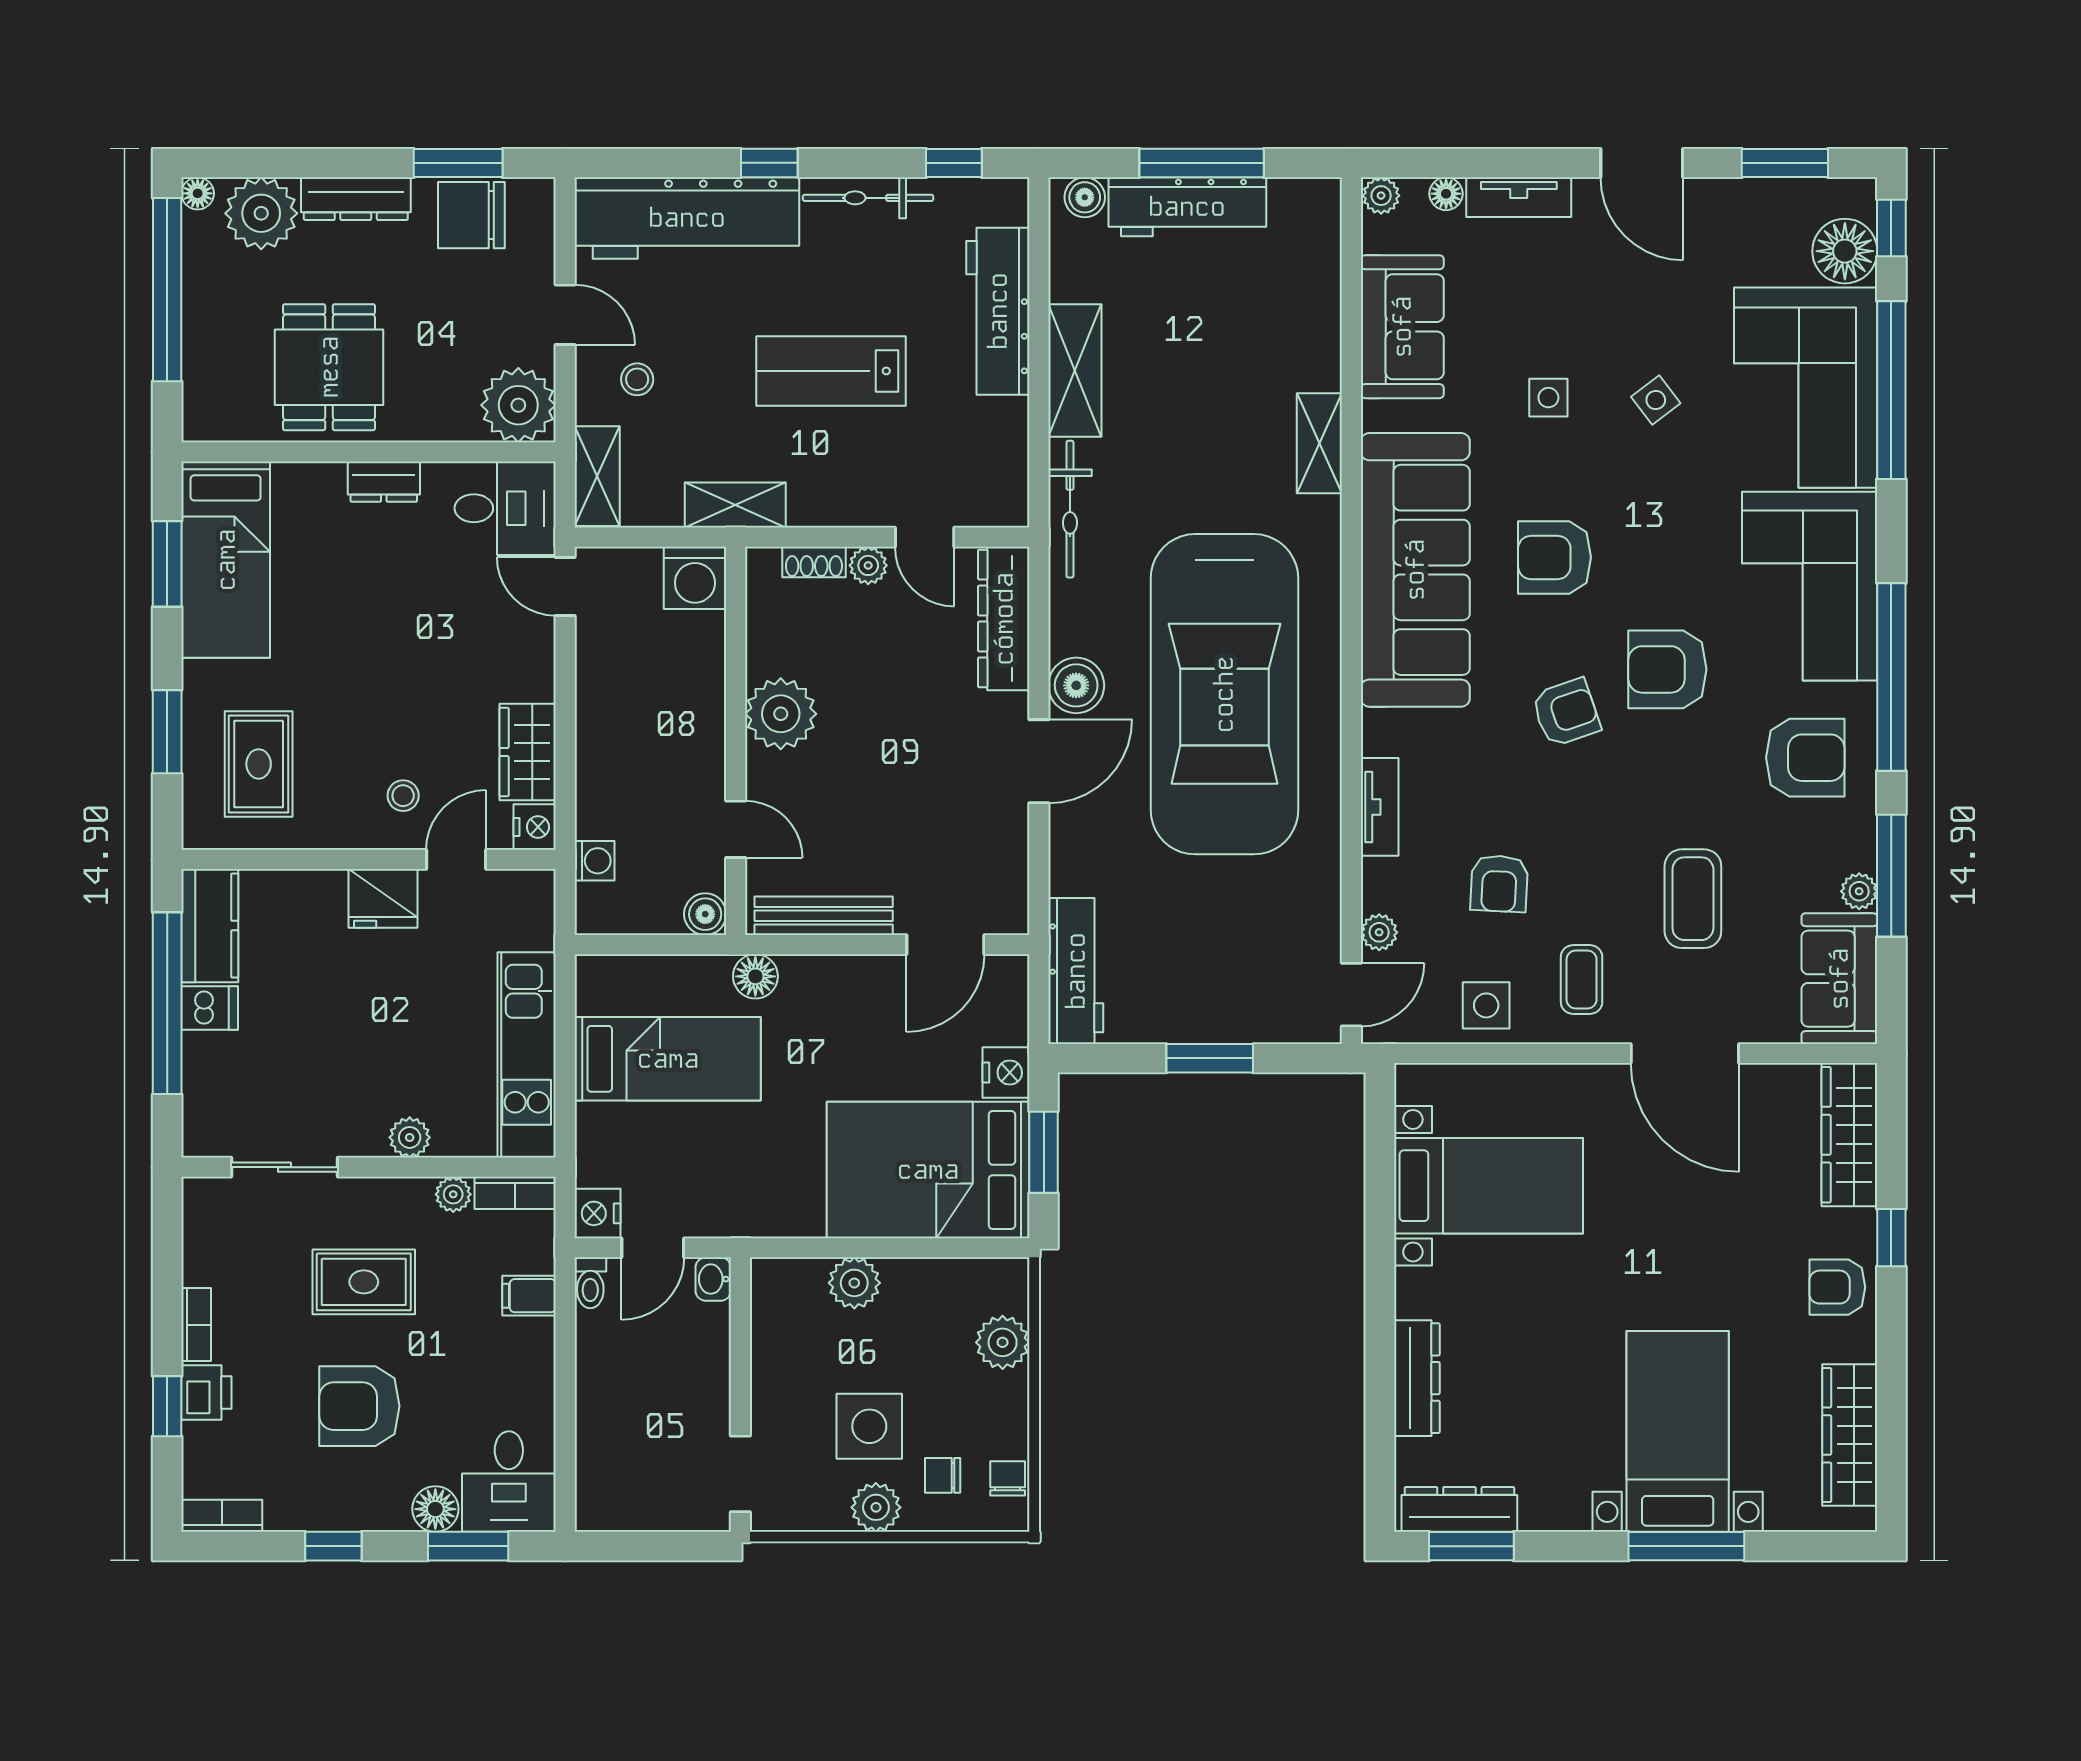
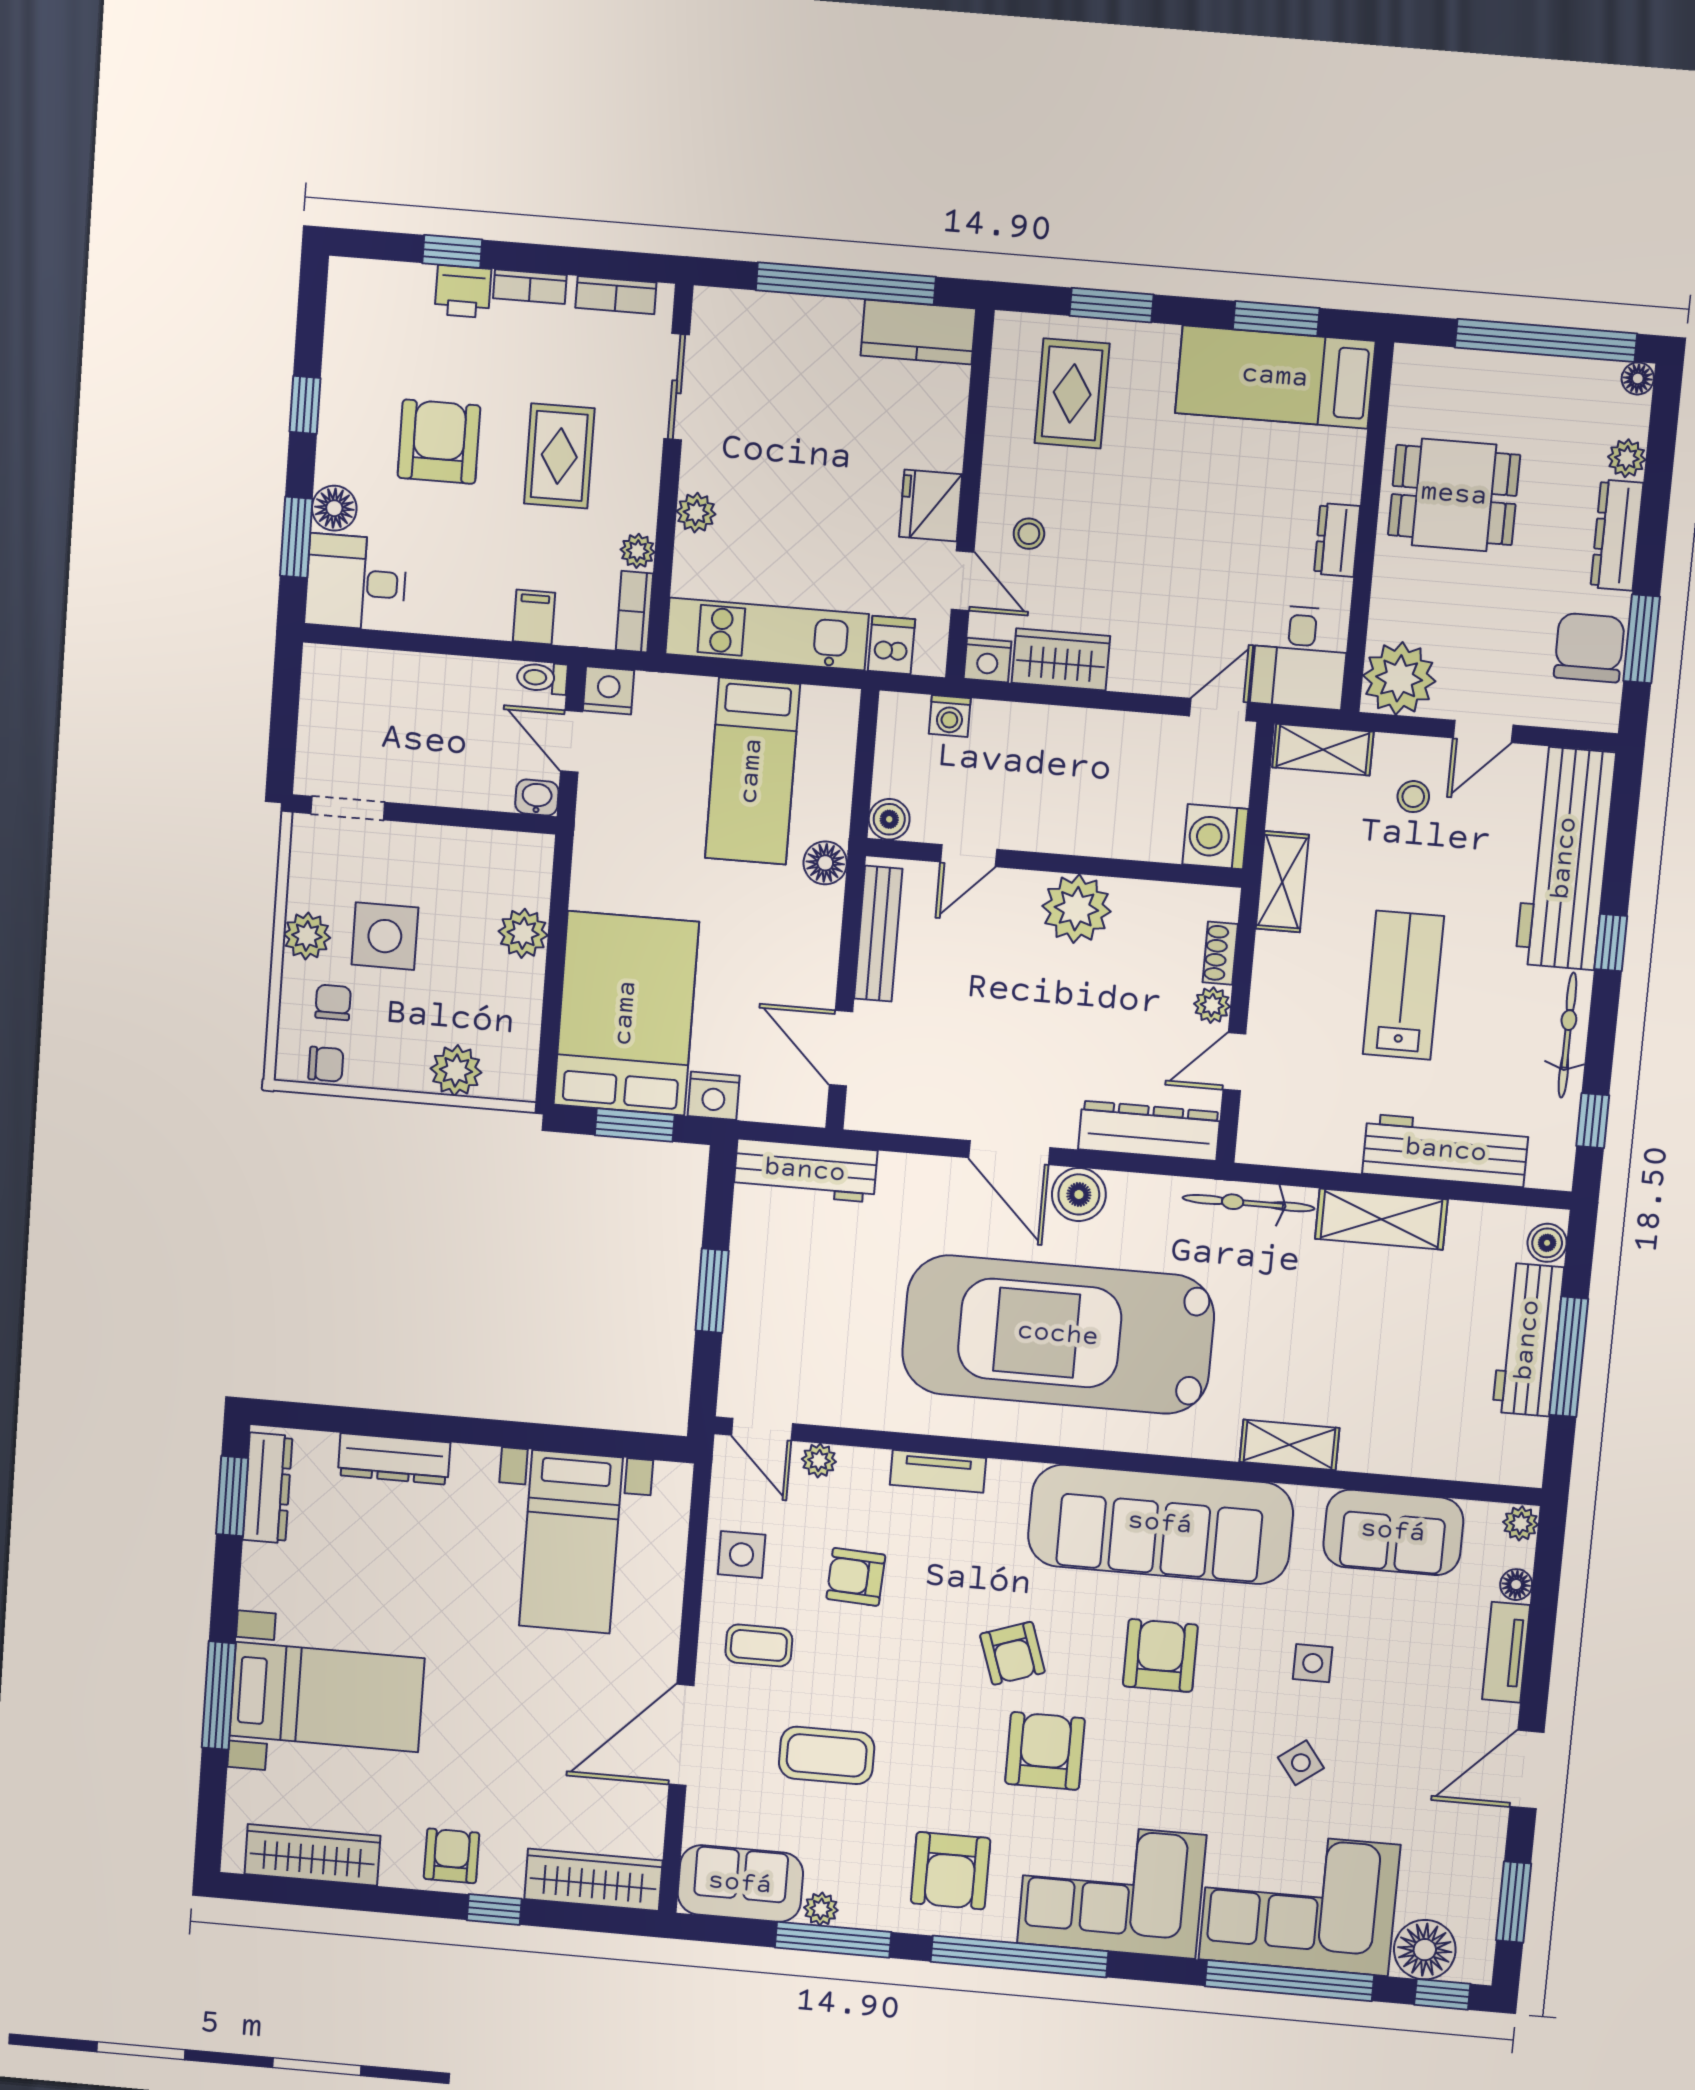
plant: (261, 213) -> (1627, 458), width x0.53, depth x0.53
rug: (259, 764) -> (1072, 393), turned 90
dishwasher: (210, 1008) -> (891, 645), moved, turned 180
bookcase: (222, 1516) -> (616, 295), moved, turned 90

